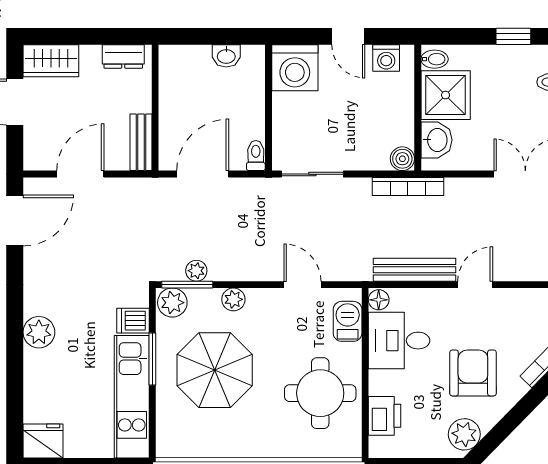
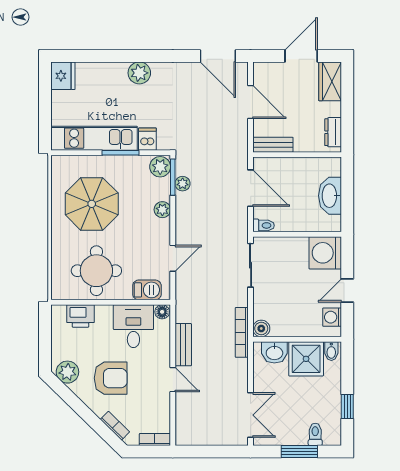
washbasin: (226, 56) -> (330, 196), width x1.91, depth x1.45
bench: (414, 270) -> (183, 345), width x0.73
parasol: (215, 370) -> (92, 204), moved

